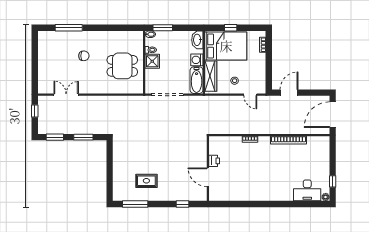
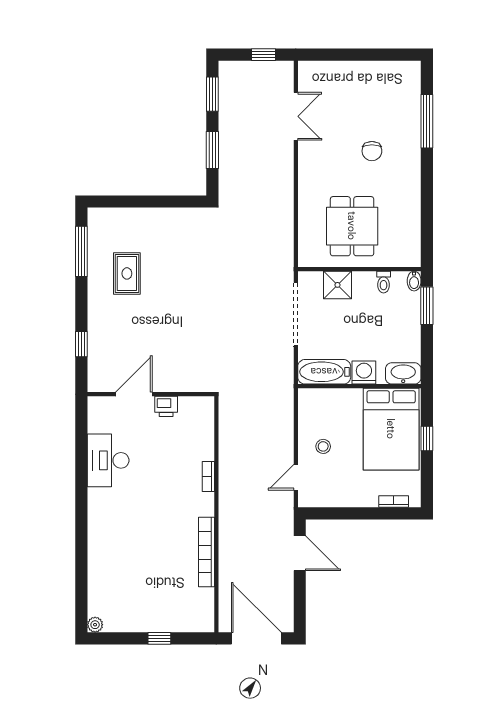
shower: (152, 61) -> (337, 285), moved
wardrobe: (211, 76) -> (332, 400), removed
window: (333, 181) -> (159, 638), moved
desk: (307, 190) -> (108, 460), moved

